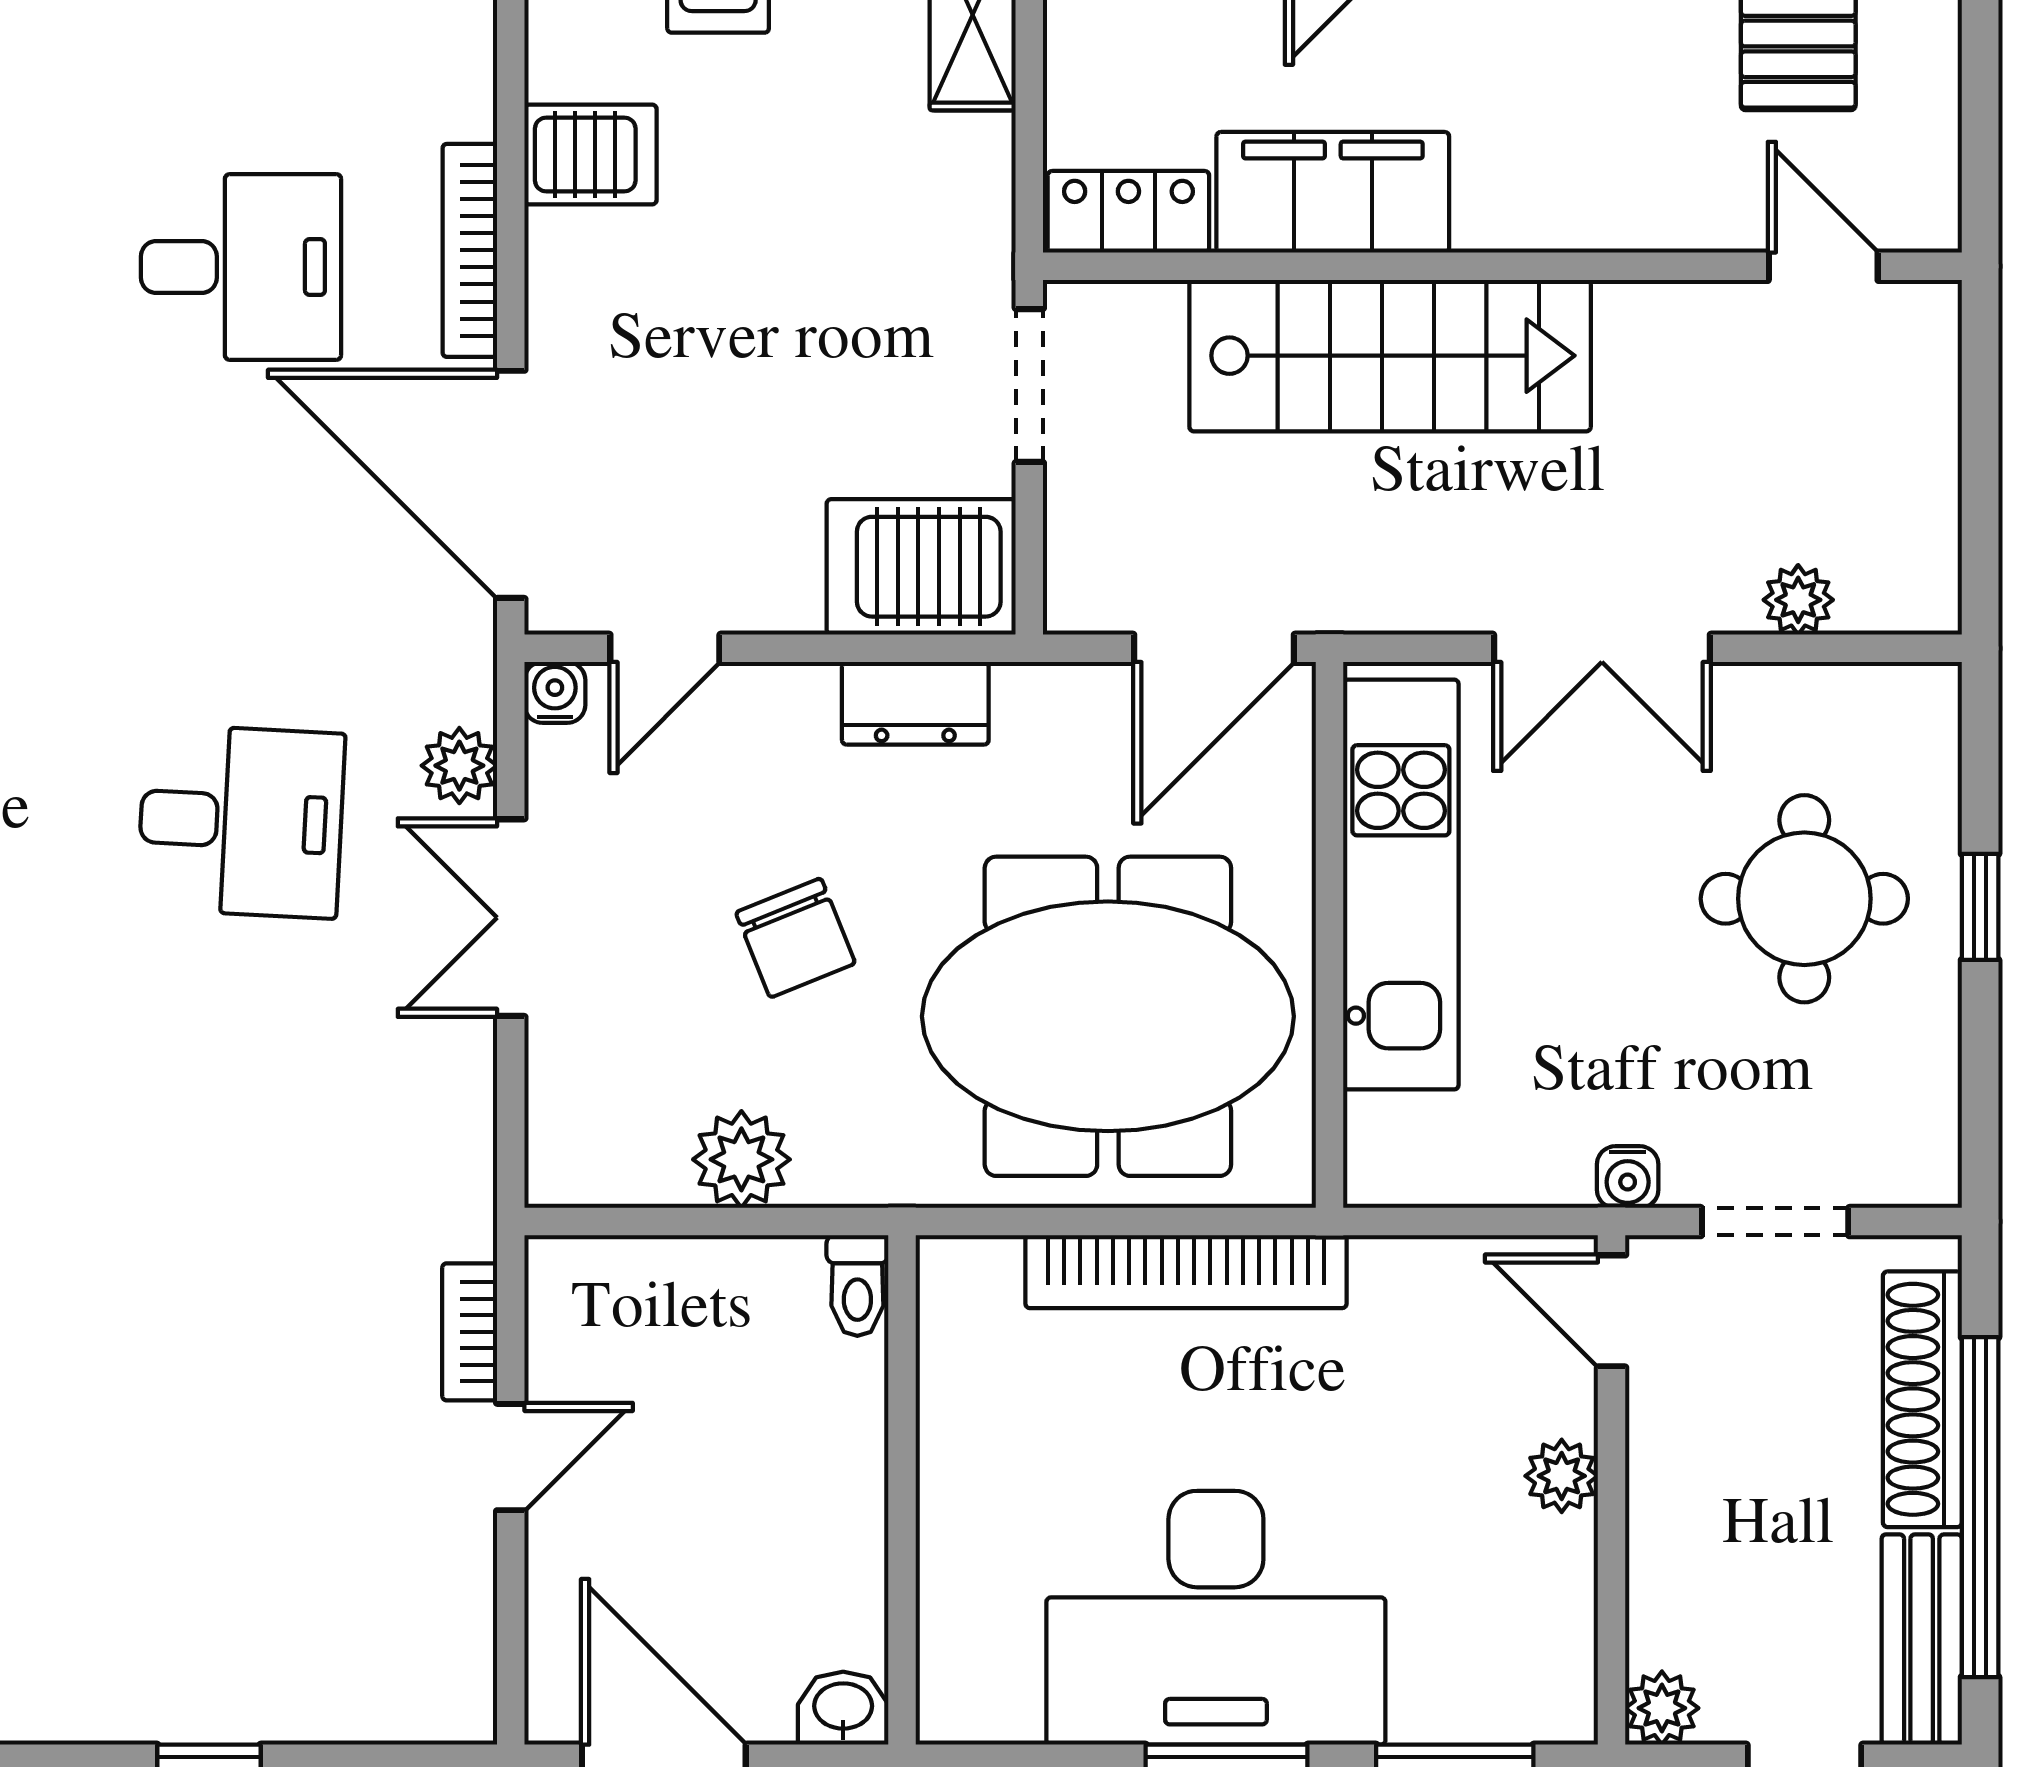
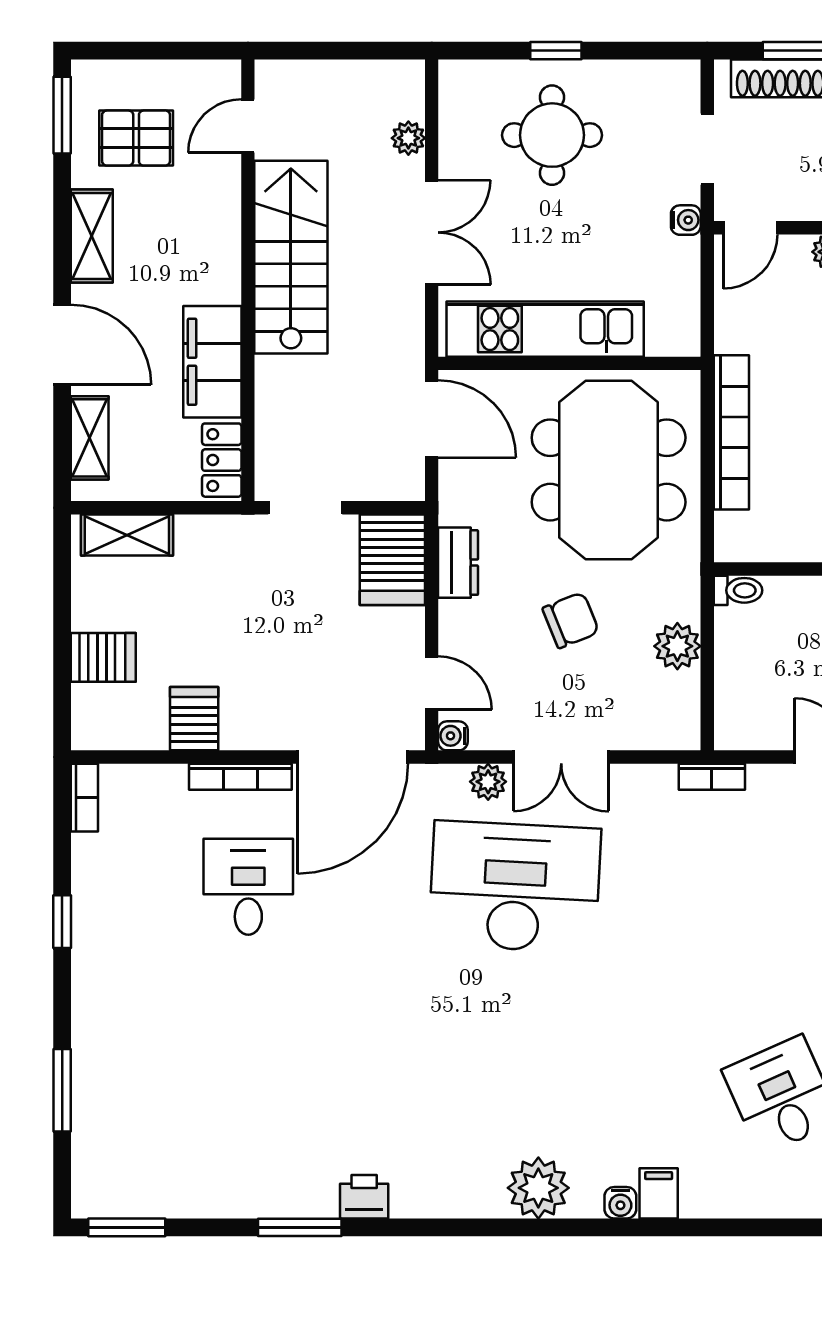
stairs: (1390, 356) -> (291, 257), moved
desk: (241, 821) -> (515, 887), width x1.87, depth x1.30
bookcase: (470, 1332) -> (712, 777), moved

